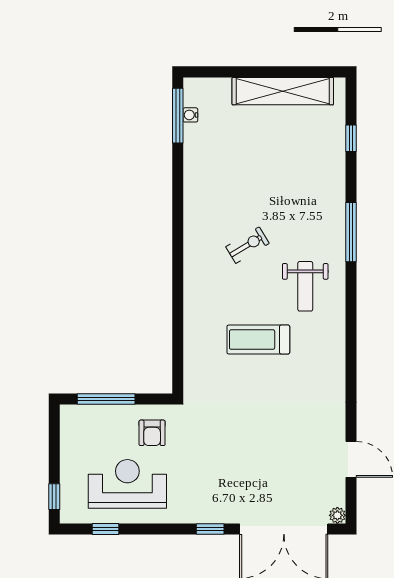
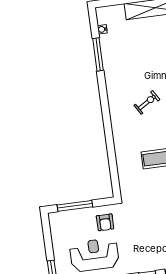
window: (178, 116) -> (98, 54), moved

